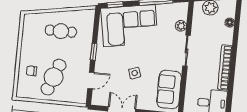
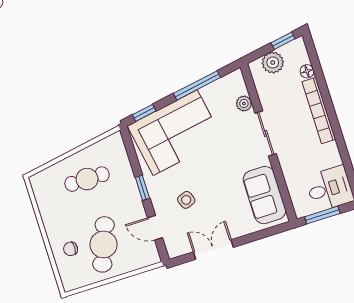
bookcase: (225, 67) -> (319, 110), moved
side table: (135, 73) -> (186, 200), moved
door: (91, 80) -> (155, 228), swing flipped

